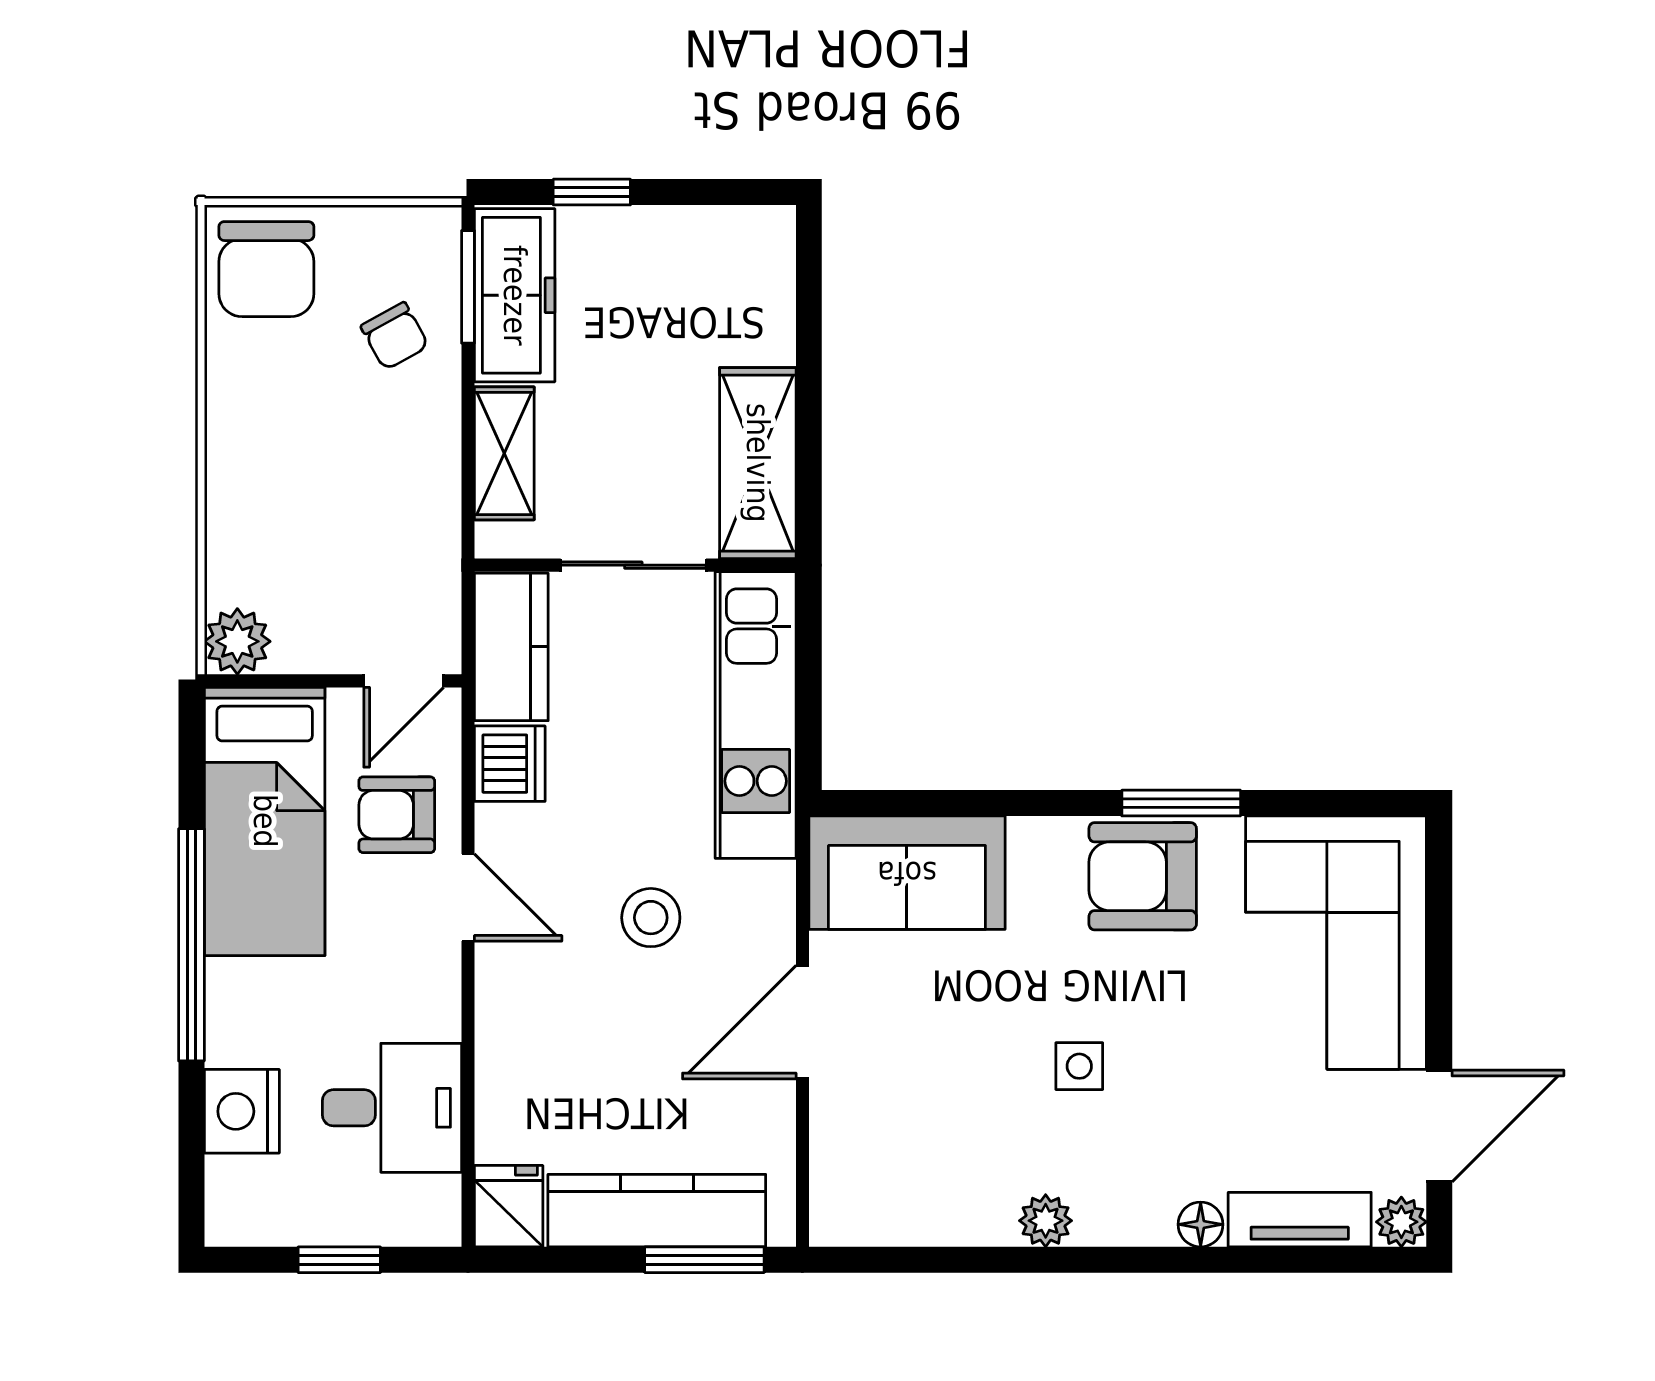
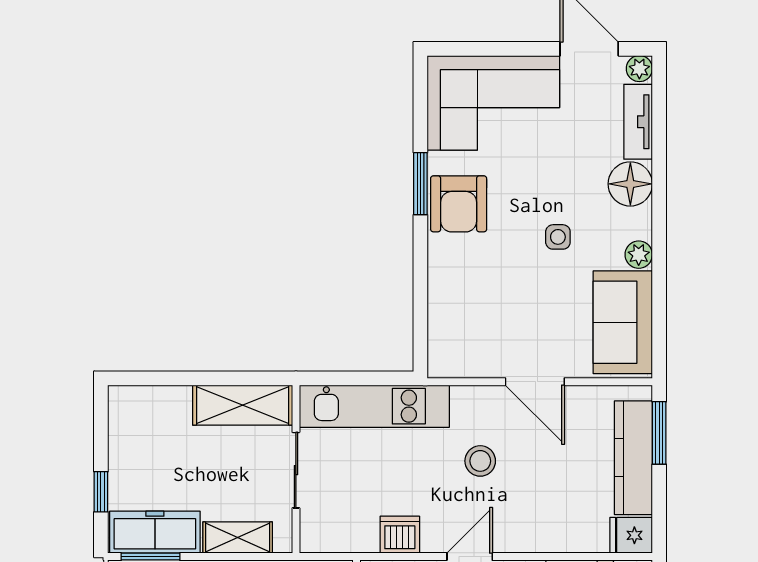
kitchen counter: (511, 647) -> (339, 534), removed
sofa: (907, 873) -> (623, 322), moved, turned 180
floor lamp: (1201, 1224) -> (630, 184), width x1.89, depth x1.89

